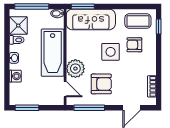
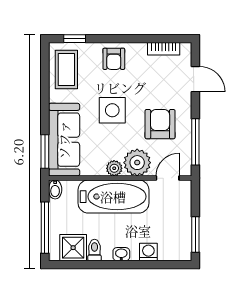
armchair: (134, 45) -> (114, 59), moved
plant: (72, 53) -> (114, 168), added

